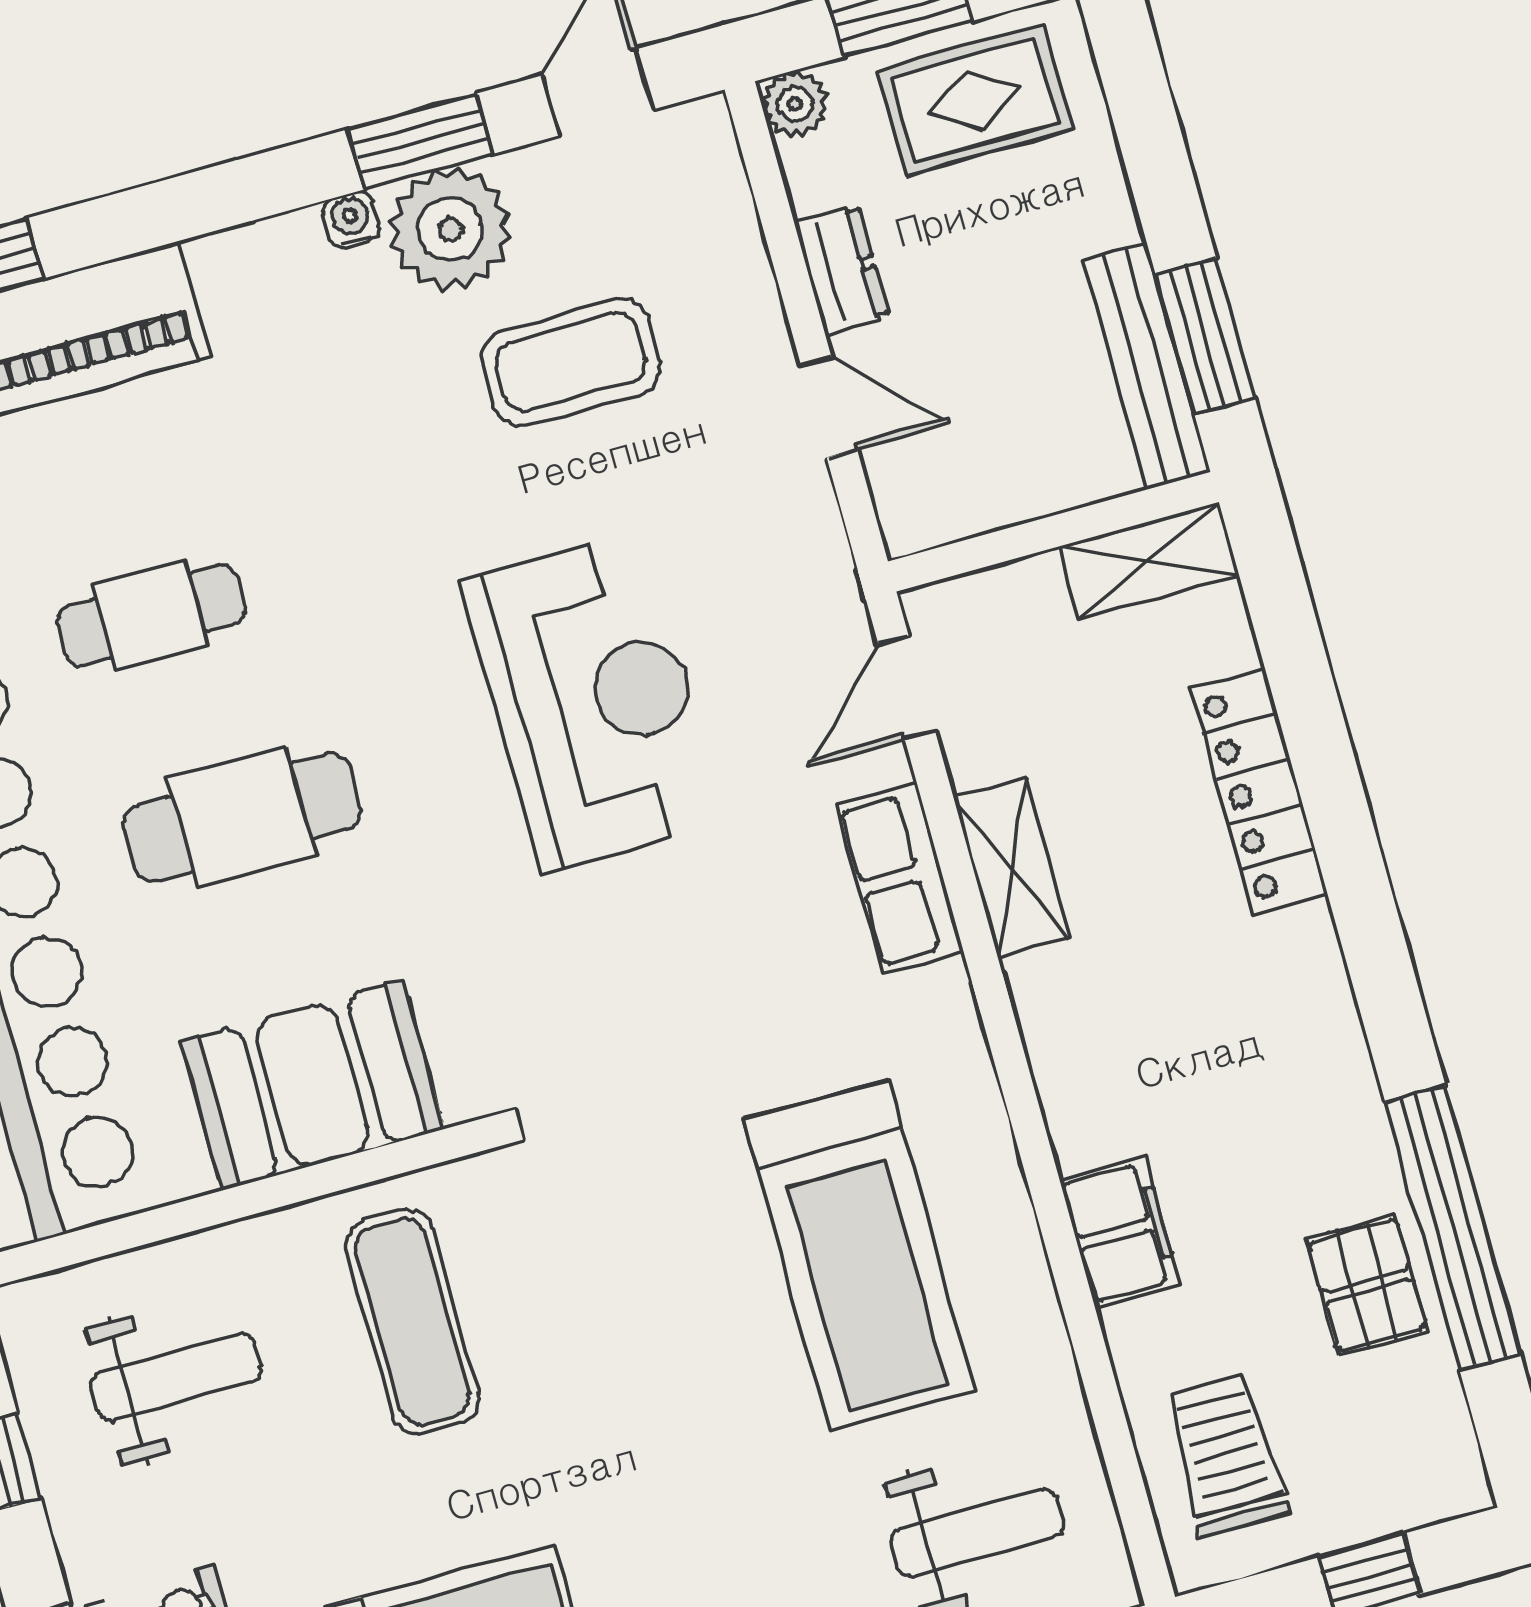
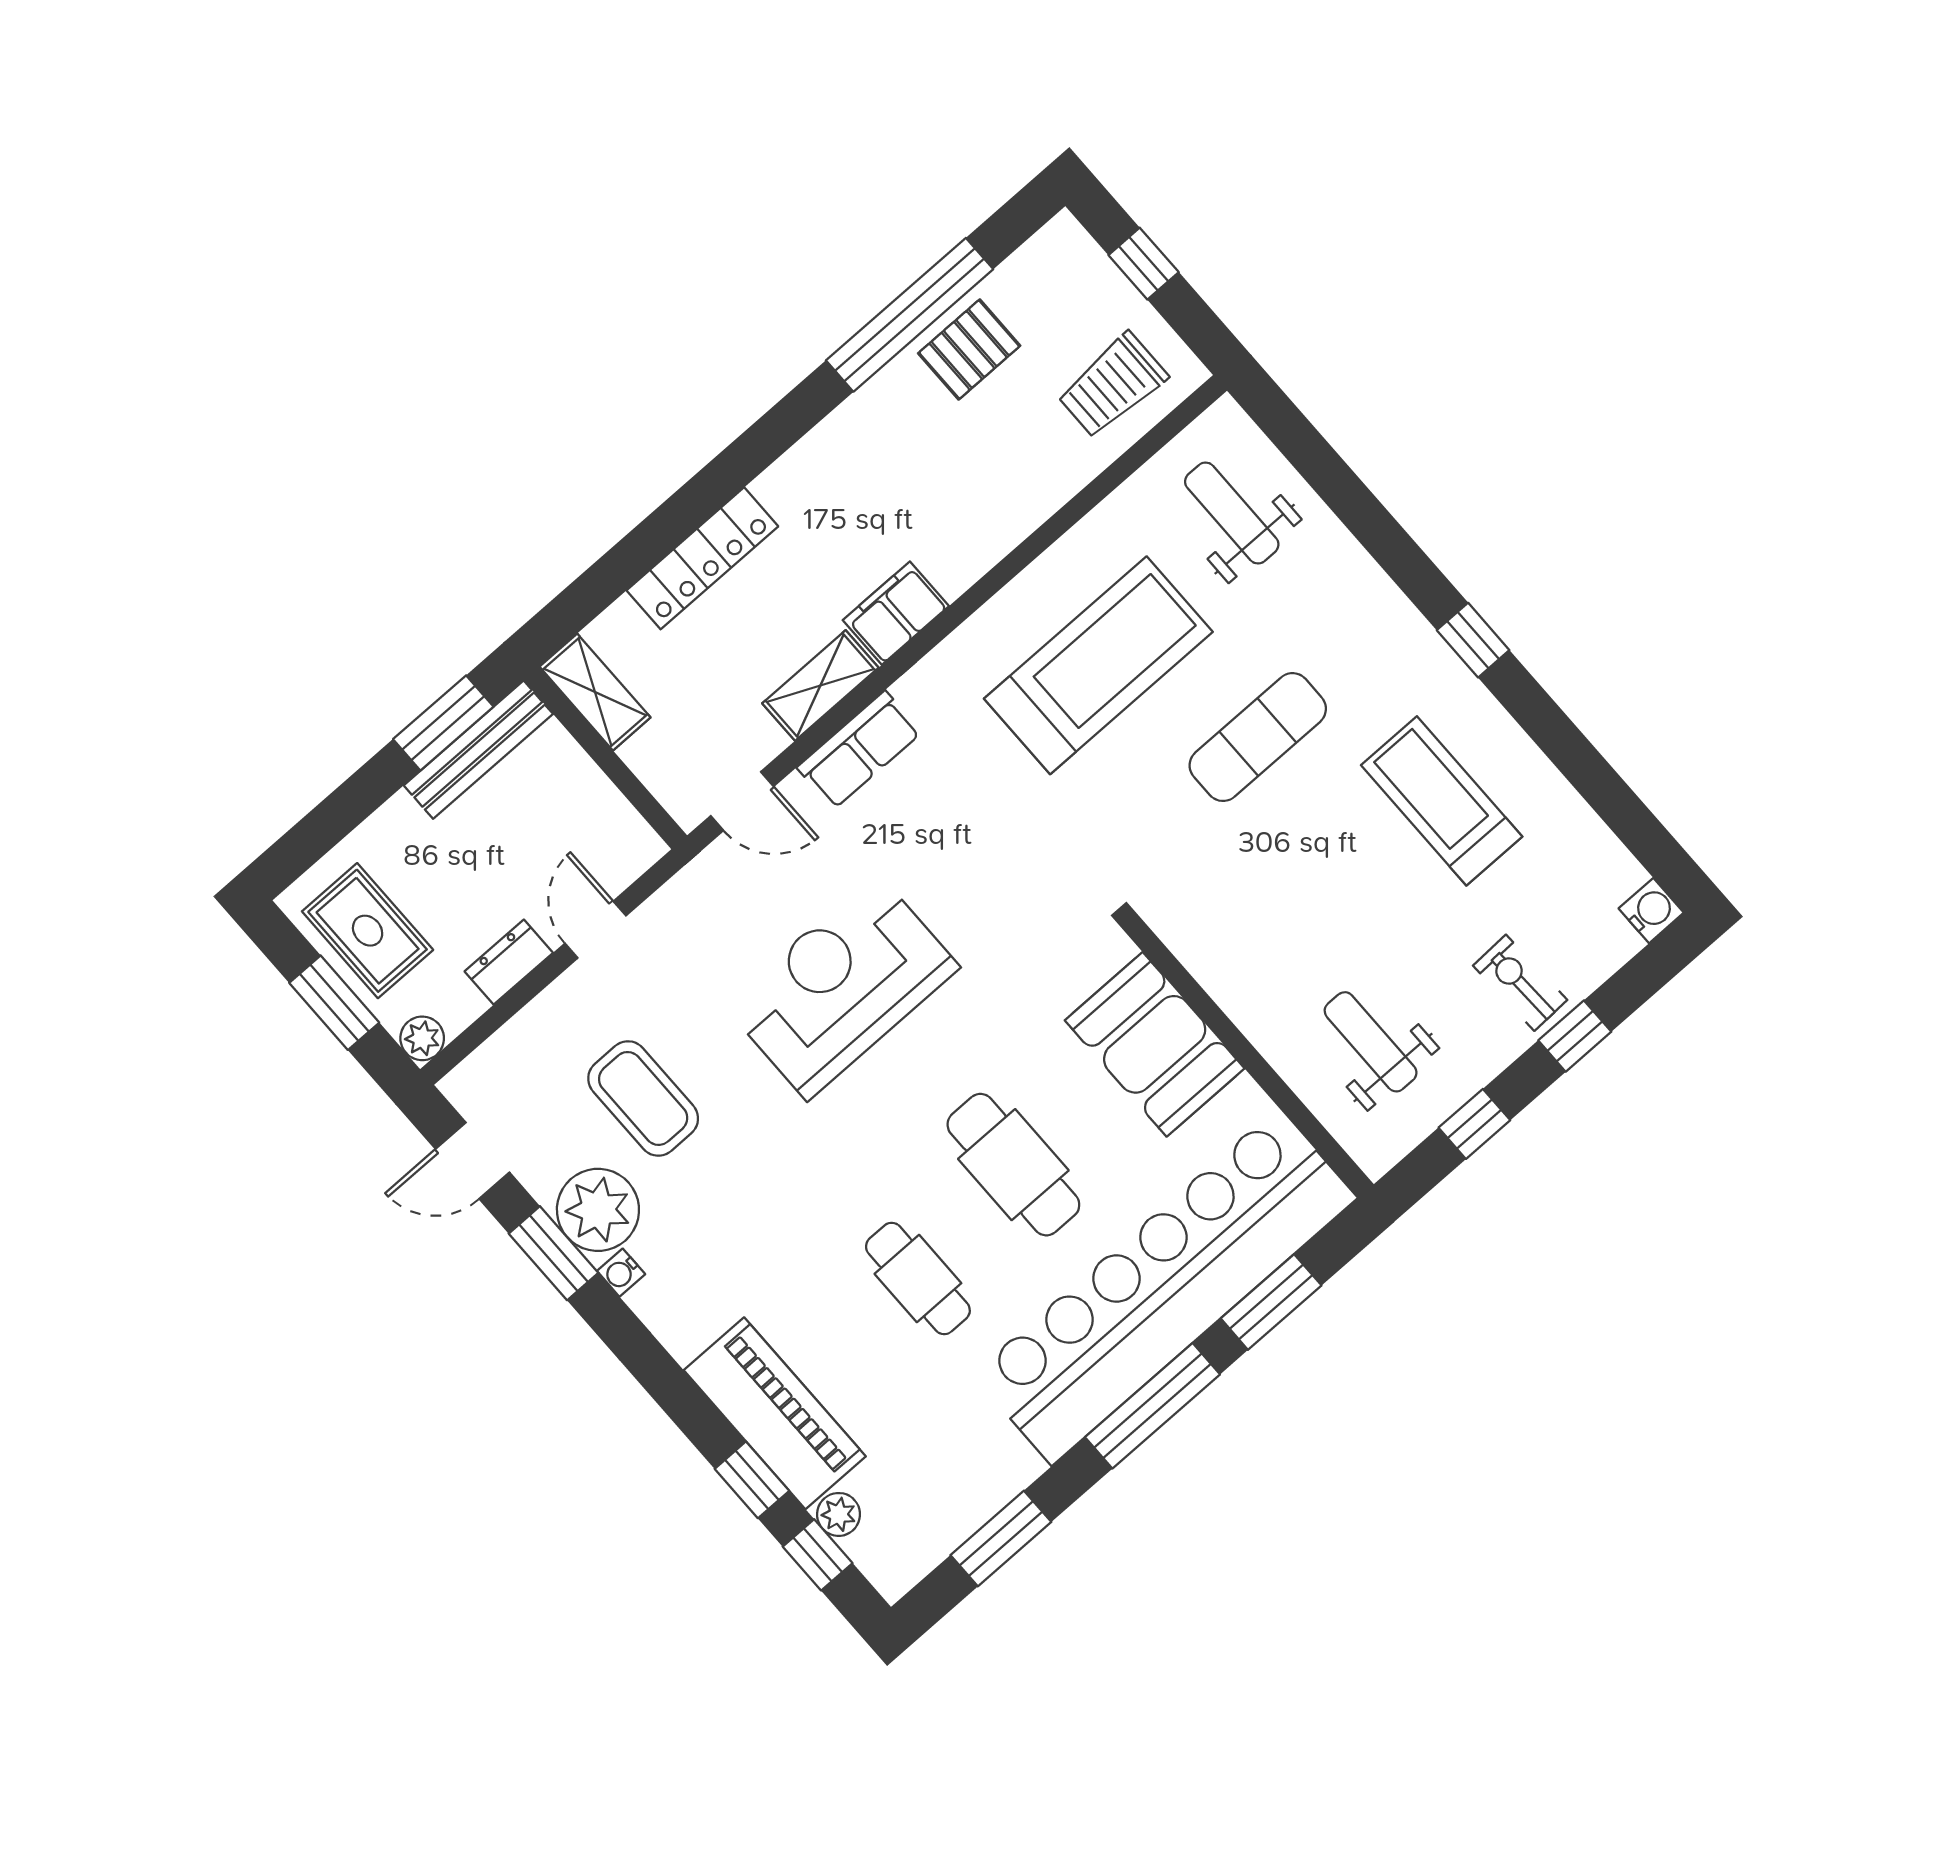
filing cabinet: (1120, 1232) -> (896, 613), moved
exercise mat: (412, 1322) -> (1258, 737), moved

